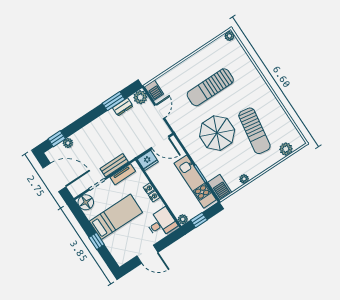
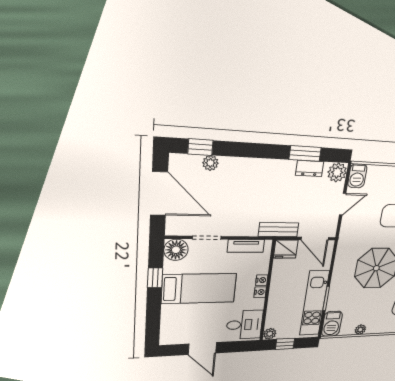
bench: (114, 165) -> (279, 230), moved
window: (97, 241) -> (155, 278), moved

